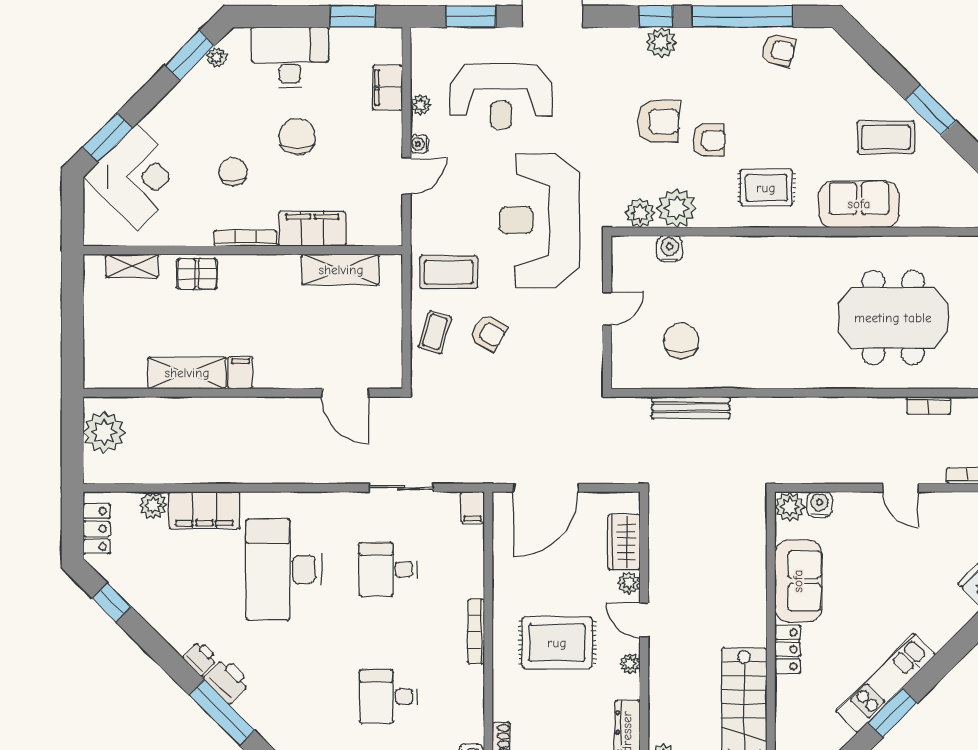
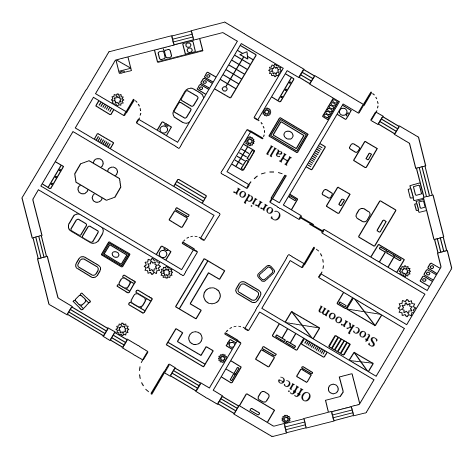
window: (471, 17) -> (185, 379), width x1.44
chair: (297, 137) -> (266, 357), moved
coffee table: (886, 137) -> (88, 267), moved
shelving: (341, 270) -> (302, 325), moved
armchair: (488, 332) -> (247, 262), removed
plant: (790, 507) -> (118, 100), moved

